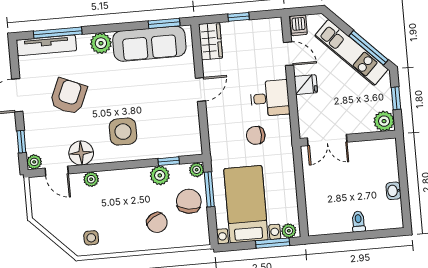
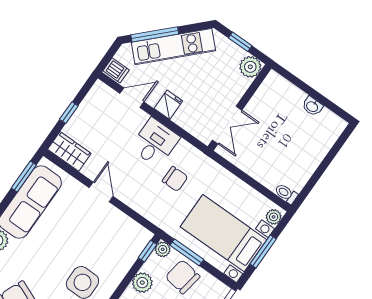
window: (369, 48) -> (155, 34), moved
chair: (256, 135) -> (175, 179), turned -90
window: (169, 161) -> (147, 251), moved
toilet: (358, 222) -> (286, 194), moved
window: (273, 243) -> (263, 252), moved

